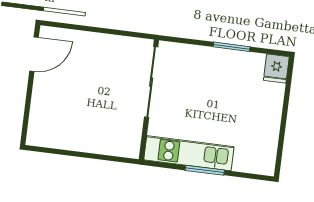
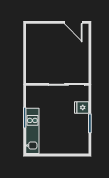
fridge: (276, 69) -> (82, 108), moved
kitchen unit: (189, 153) -> (32, 131), moved

